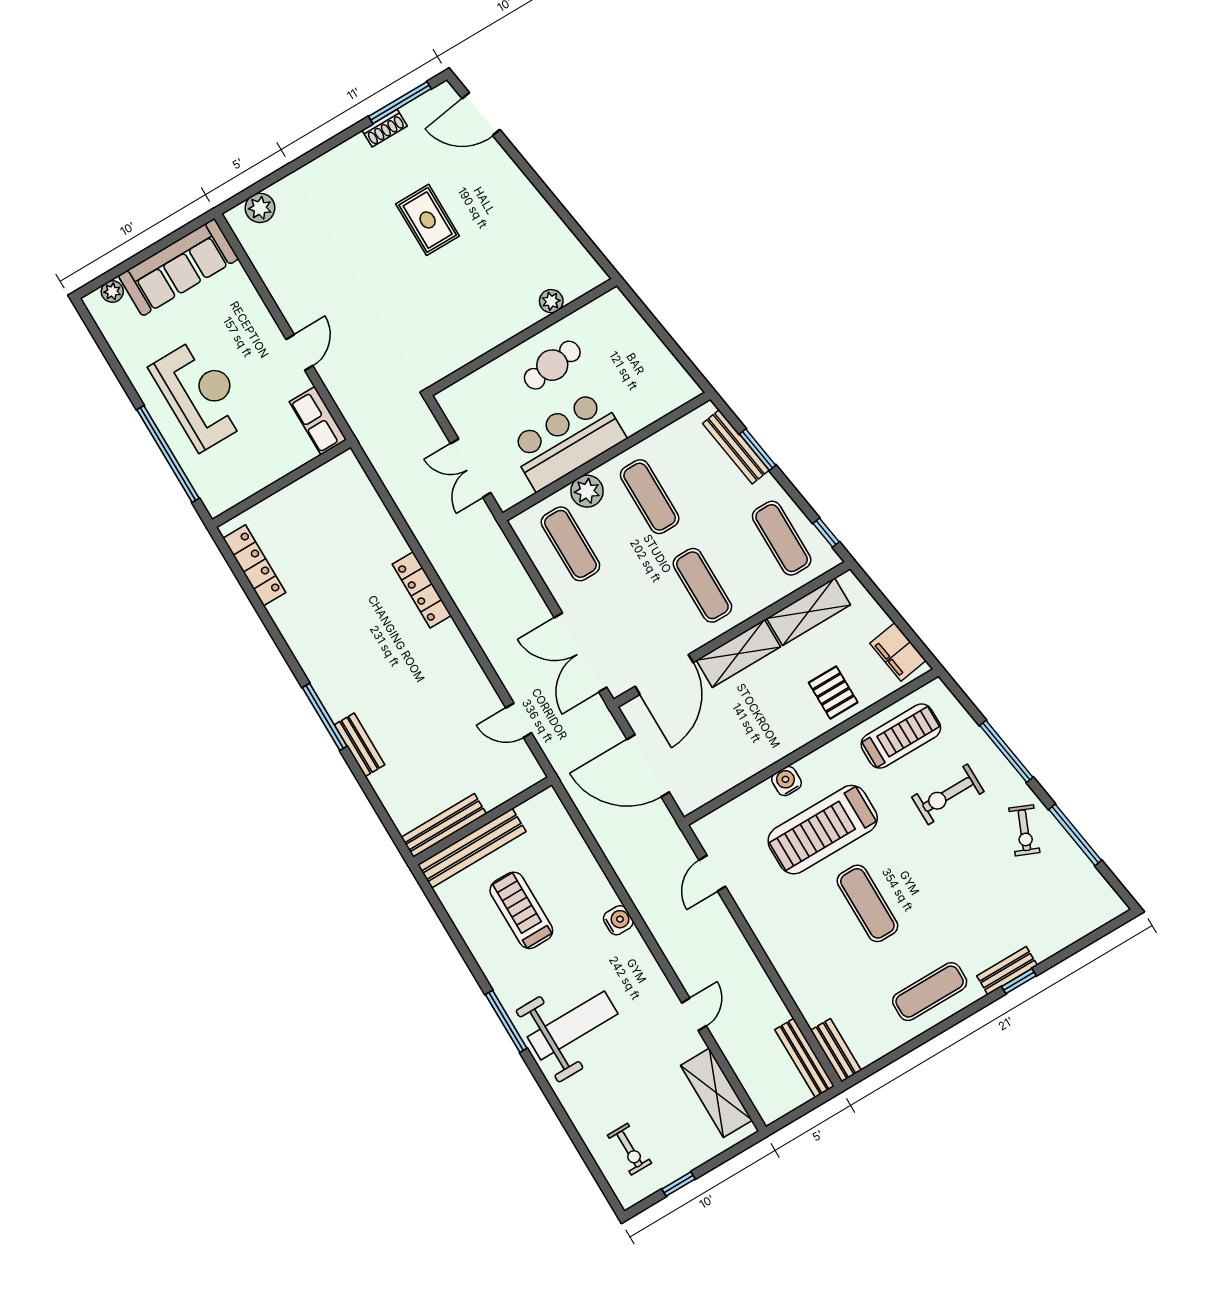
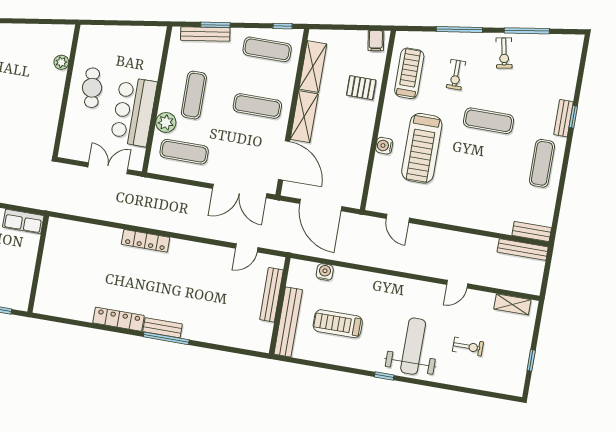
double door: (471, 468) -> (108, 168), swing flipped
exercise mat: (650, 497) -> (194, 95), turned 90
locker: (254, 565) -> (118, 319), moved
filing cabinet: (898, 652) -> (376, 41), width x0.50
bench: (360, 745) -> (163, 328), moved
door: (648, 766) -> (321, 205), hinge flipped
exercise bike: (948, 794) -> (456, 75), width x0.73, depth x0.72
bench: (444, 825) -> (271, 295), moved
exercise bike: (1024, 830) -> (504, 53), turned 56
exercise mat: (867, 903) -> (489, 121), moved
water cooler: (618, 920) -> (325, 272), moved
door: (694, 1014) -> (457, 284), swing flipped
window: (506, 1021) -> (384, 376), width x0.46
shelving: (716, 1093) -> (512, 304), width x0.67, depth x0.75
exercise bike: (630, 1149) -> (468, 347), moved

